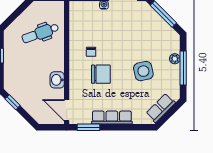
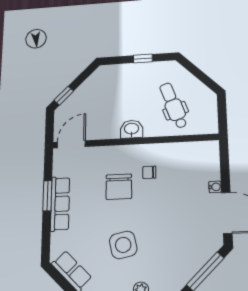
washbasin: (57, 80) -> (132, 129), moved
window: (13, 102) -> (64, 96), moved
window: (88, 127) -> (47, 196), moved

